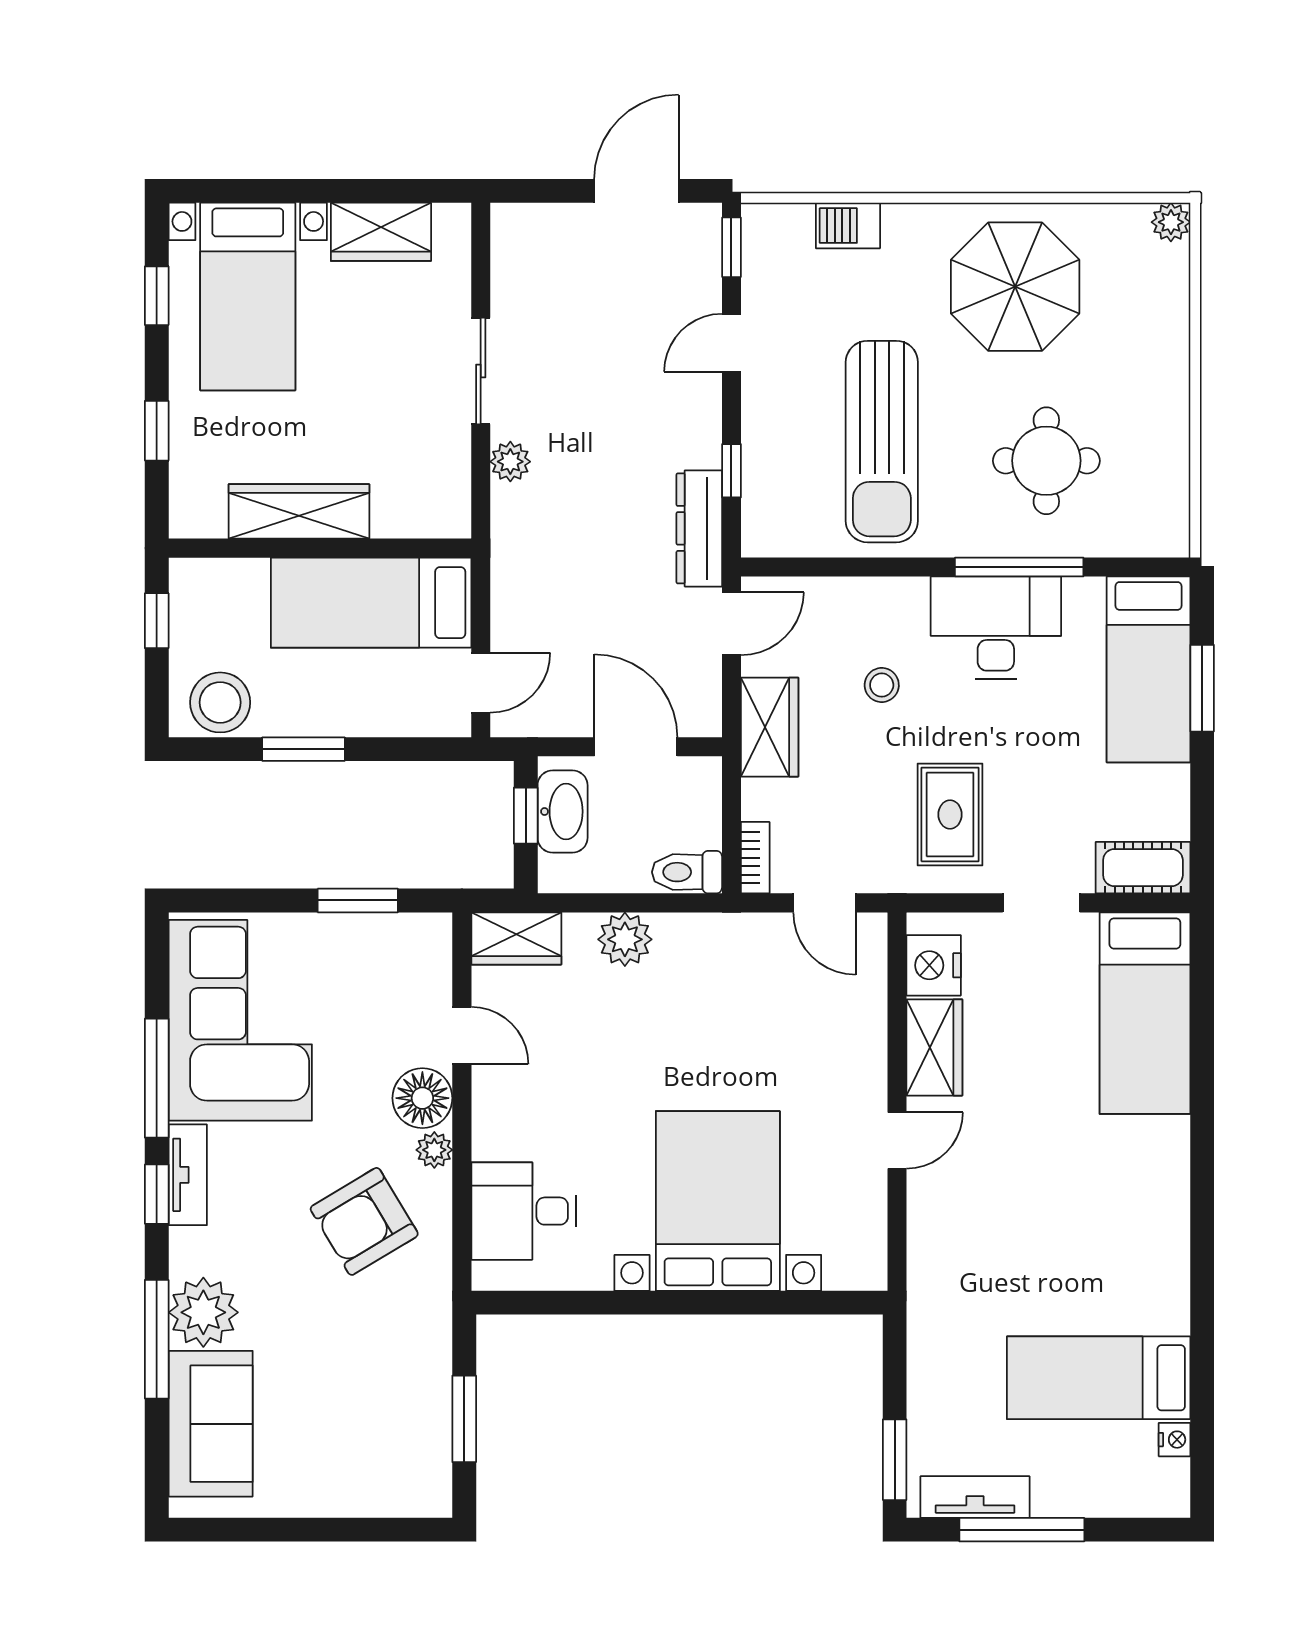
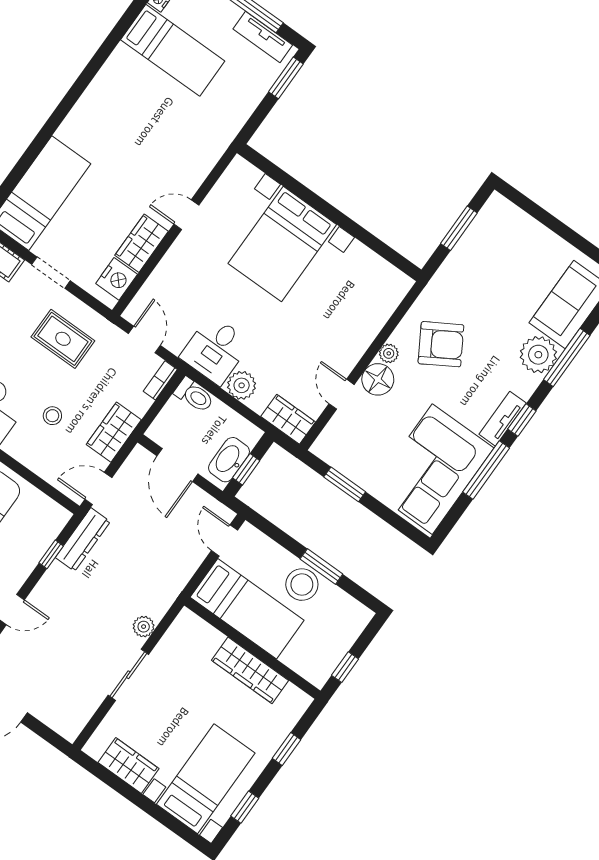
door: (481, 683) -> (225, 540), hinge flipped
stool: (220, 702) -> (302, 585), moved
rug: (950, 814) -> (63, 339), turned 90
desk: (524, 1211) -> (215, 350), moved, turned 90

